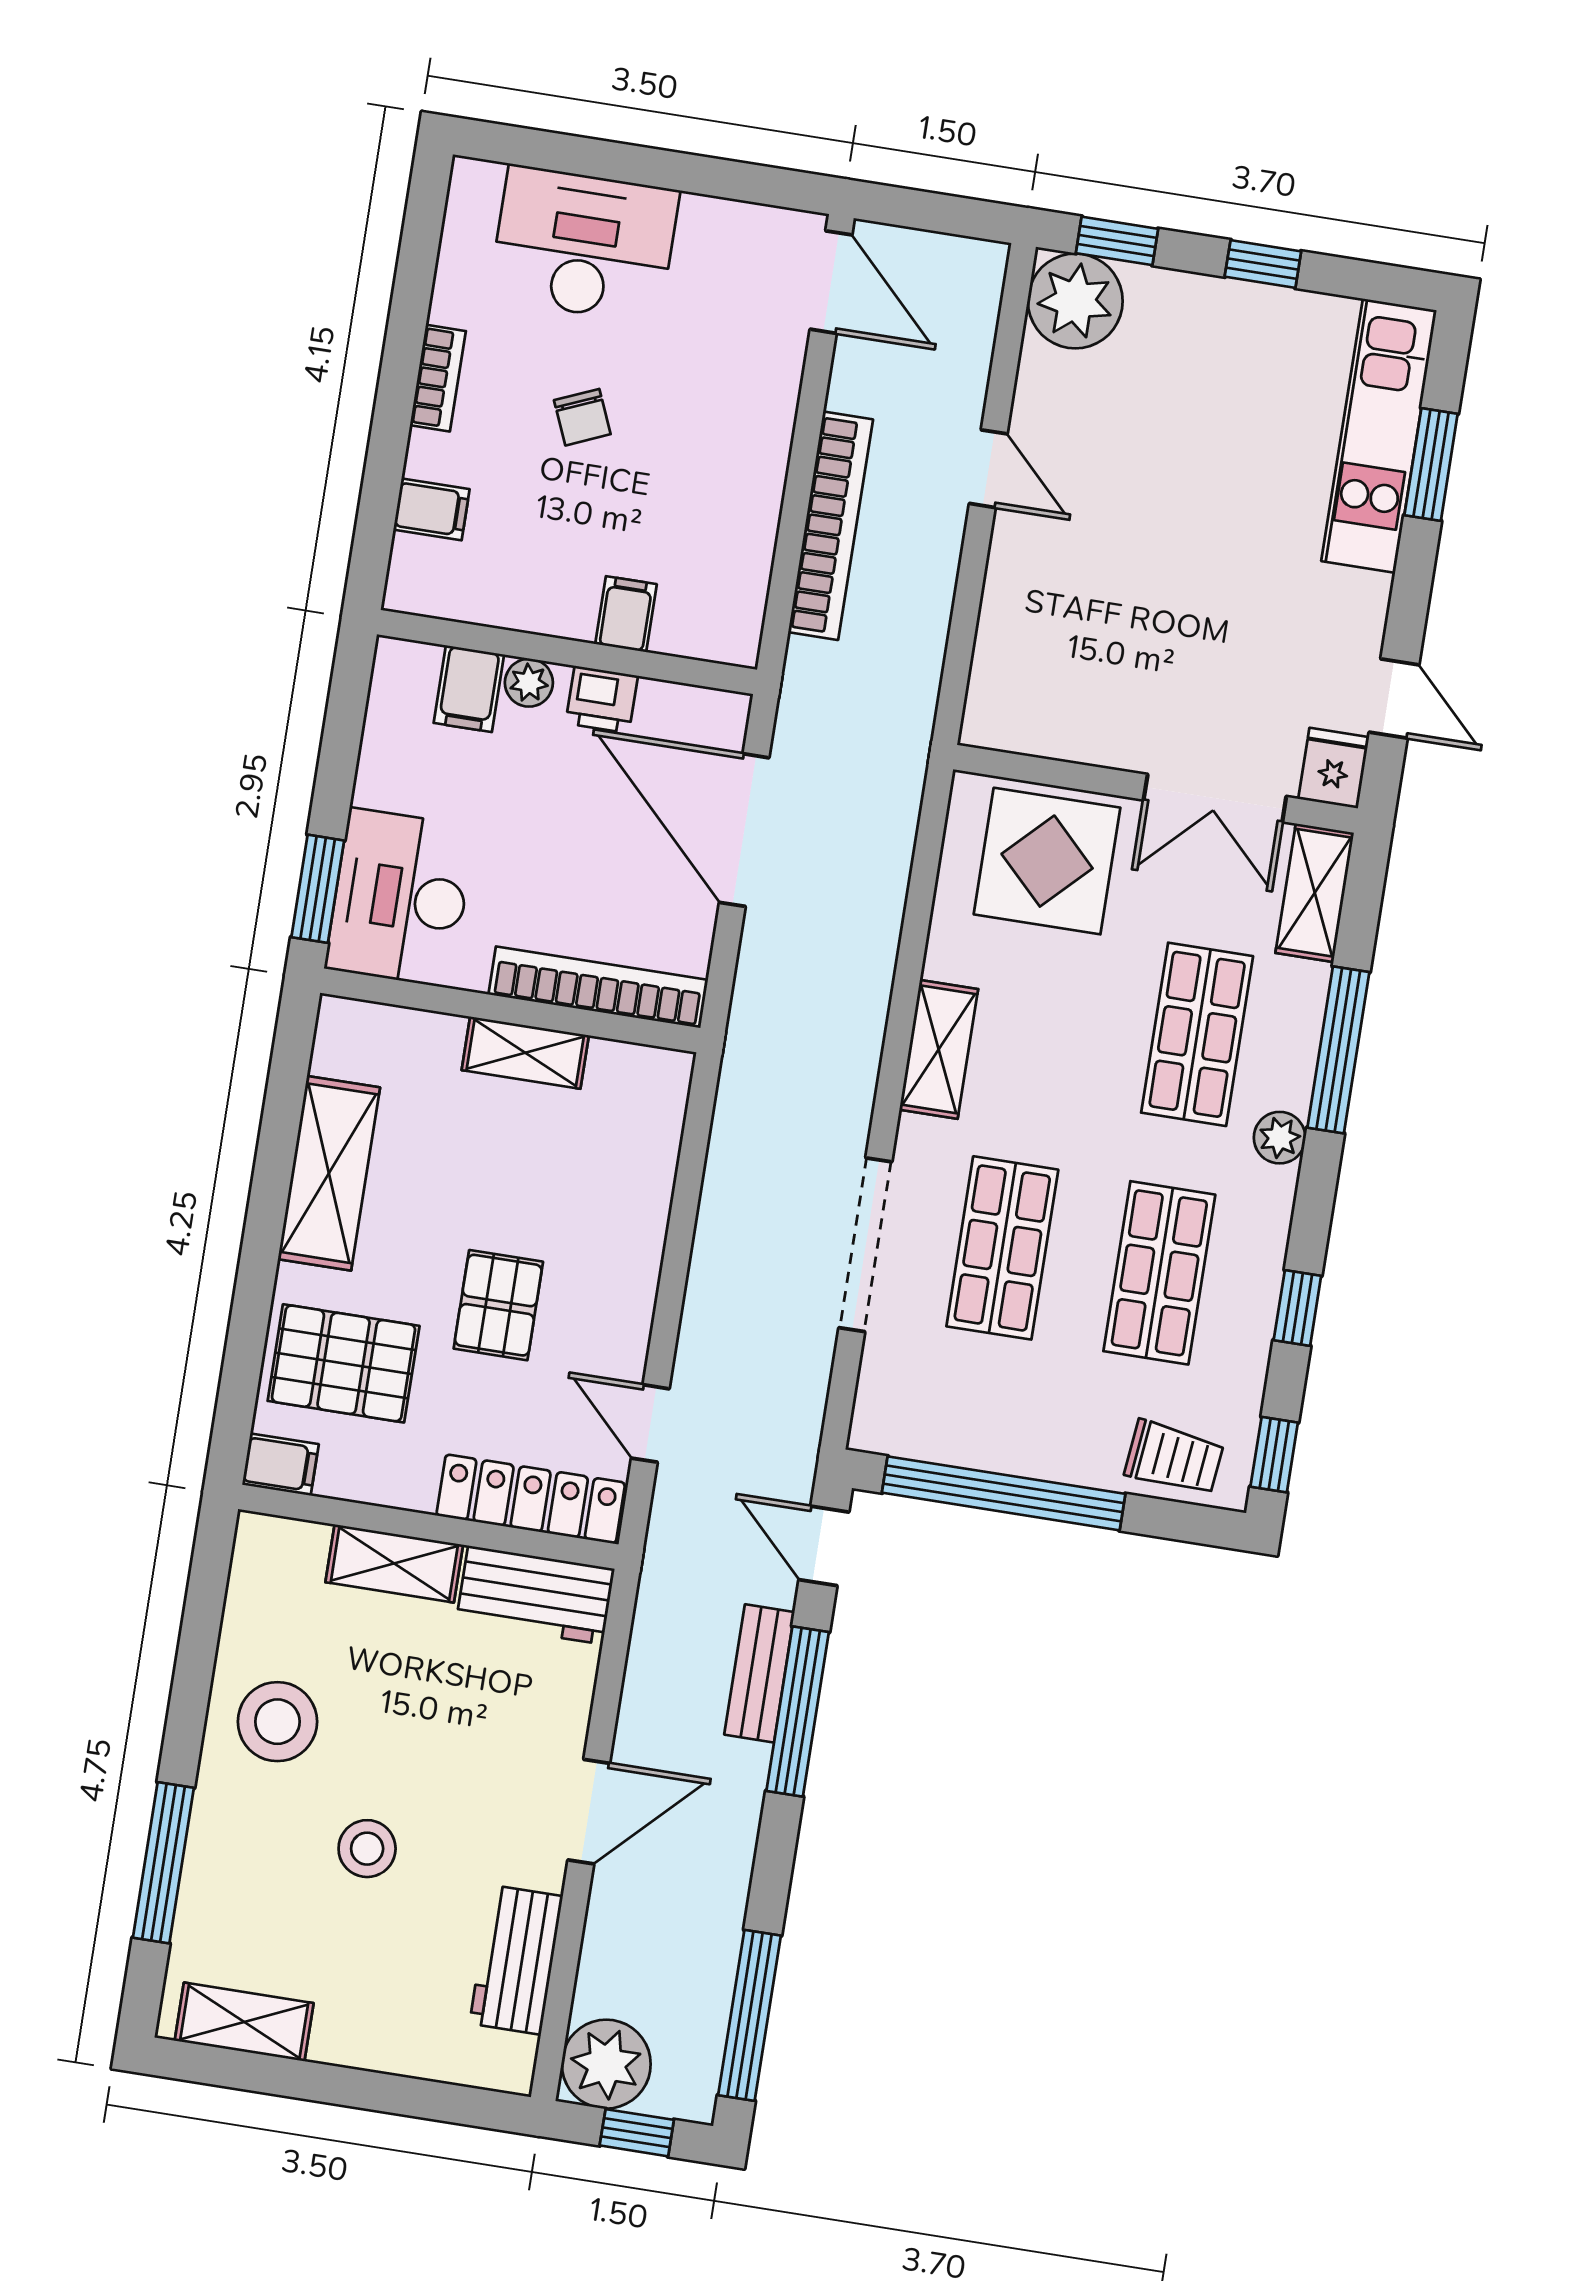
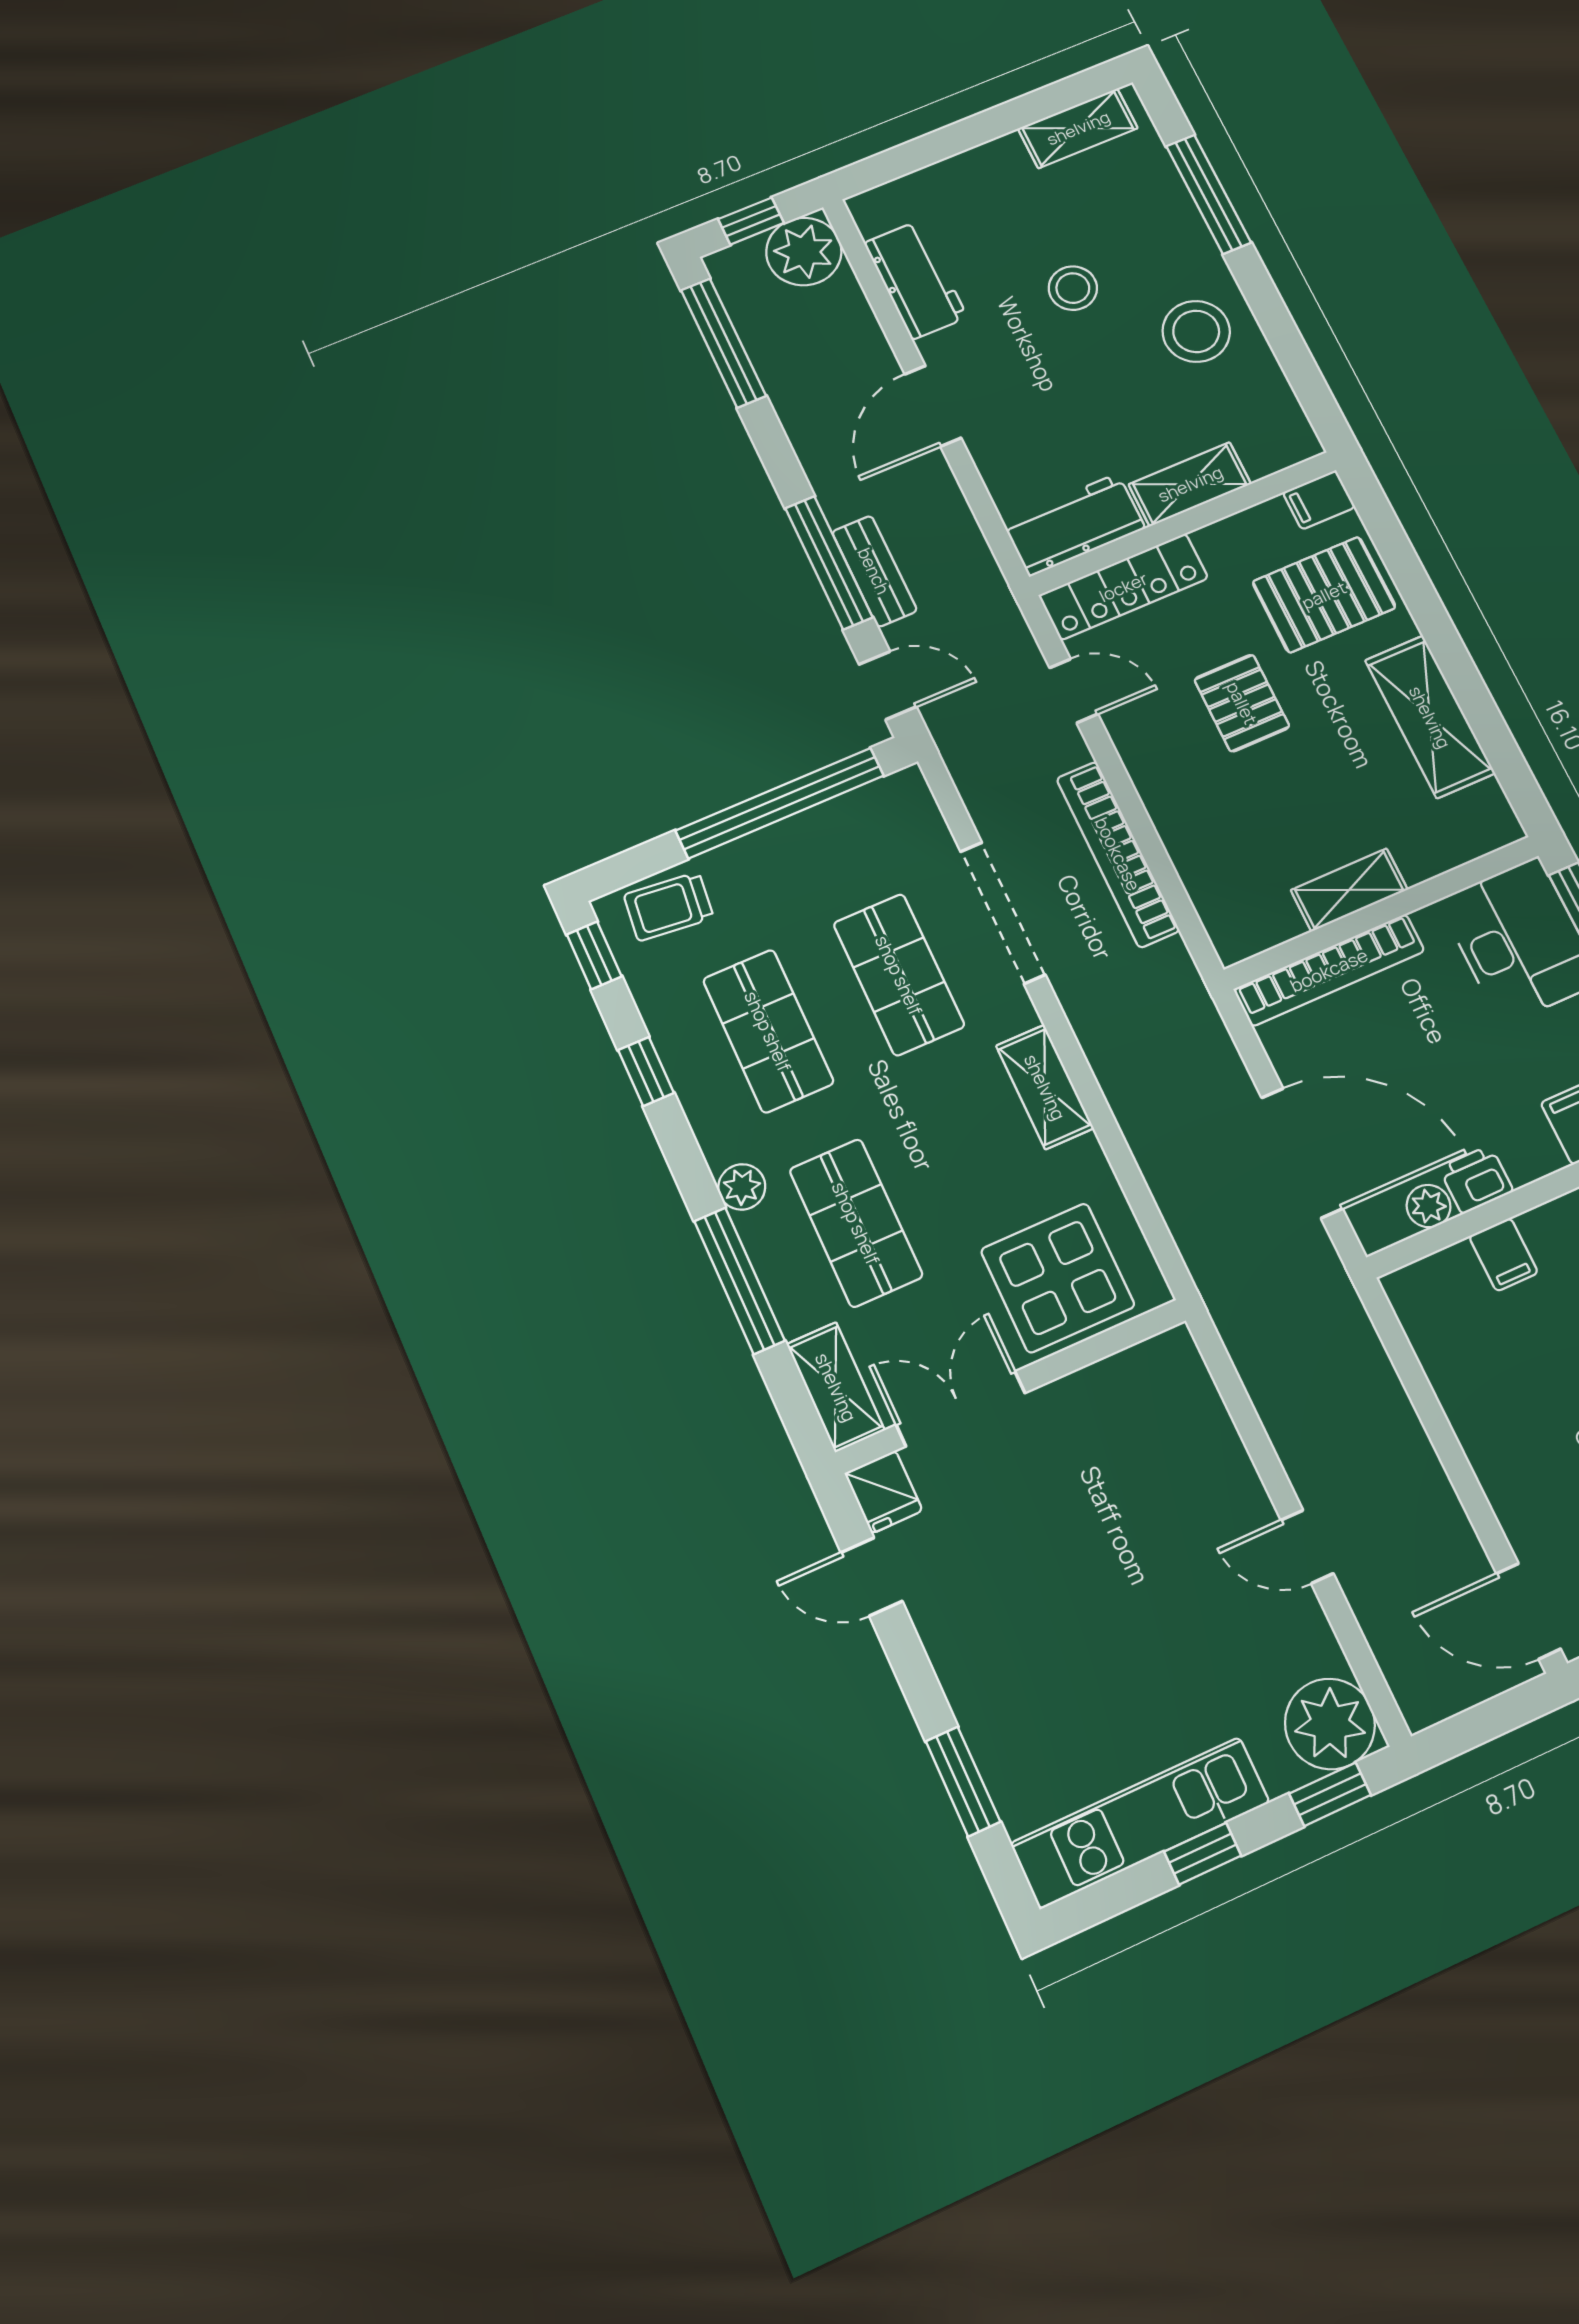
kitchen unit: (1379, 436) -> (1140, 1823), moved, turned -90
bookcase: (831, 526) -> (1118, 854), moved
plant: (529, 683) -> (1429, 1206), moved

